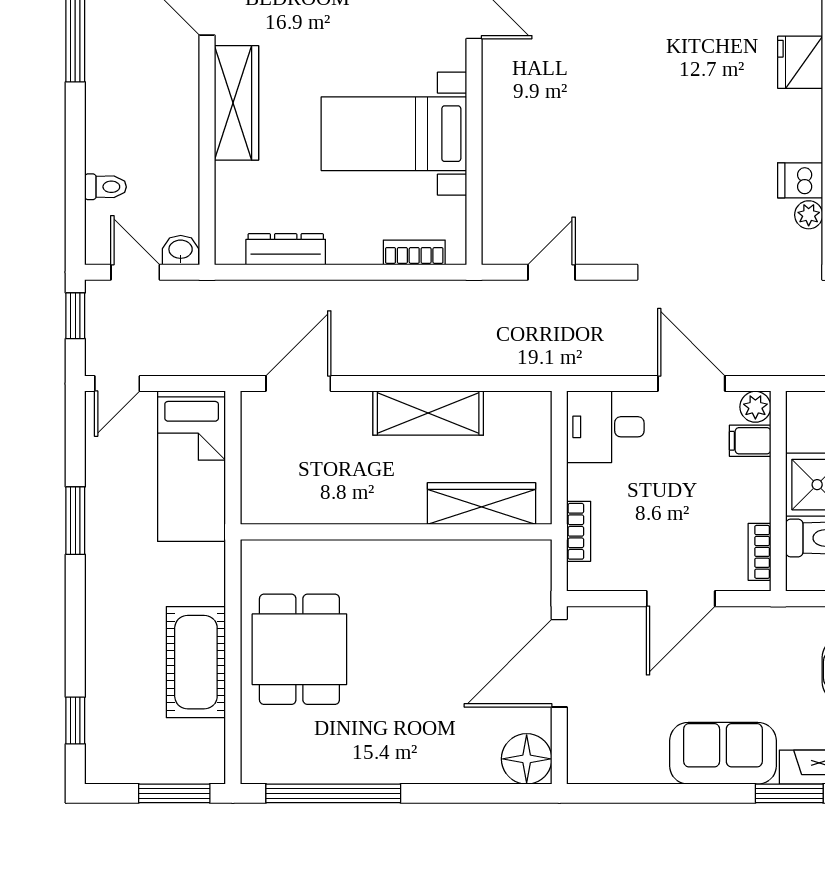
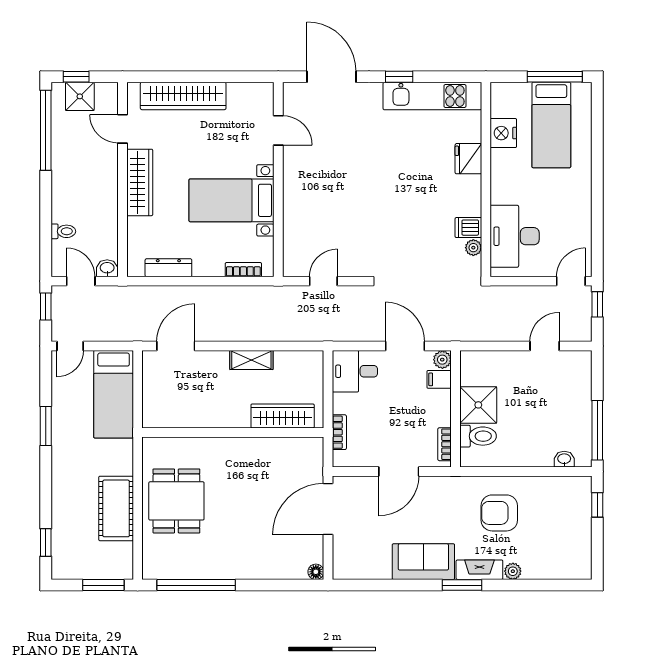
shelving: (428, 413) -> (251, 360), width x0.67, depth x0.75
floor lamp: (527, 759) -> (316, 572), width x0.53, depth x0.53

